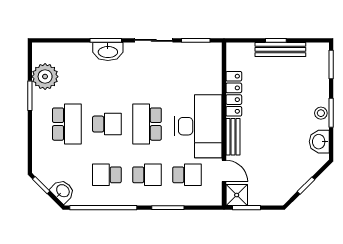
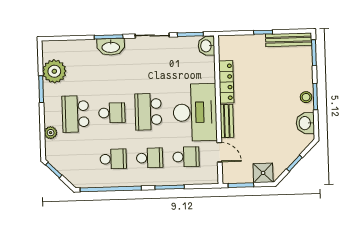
bench: (280, 49) -> (289, 40), moved
school desk: (67, 124) -> (75, 114), turned 180
plant: (39, 144) -> (51, 133), added
school desk: (107, 175) -> (113, 159), turned 180
washbasin: (63, 191) -> (206, 46), moved, turned -135
shower: (237, 195) -> (263, 173), moved

